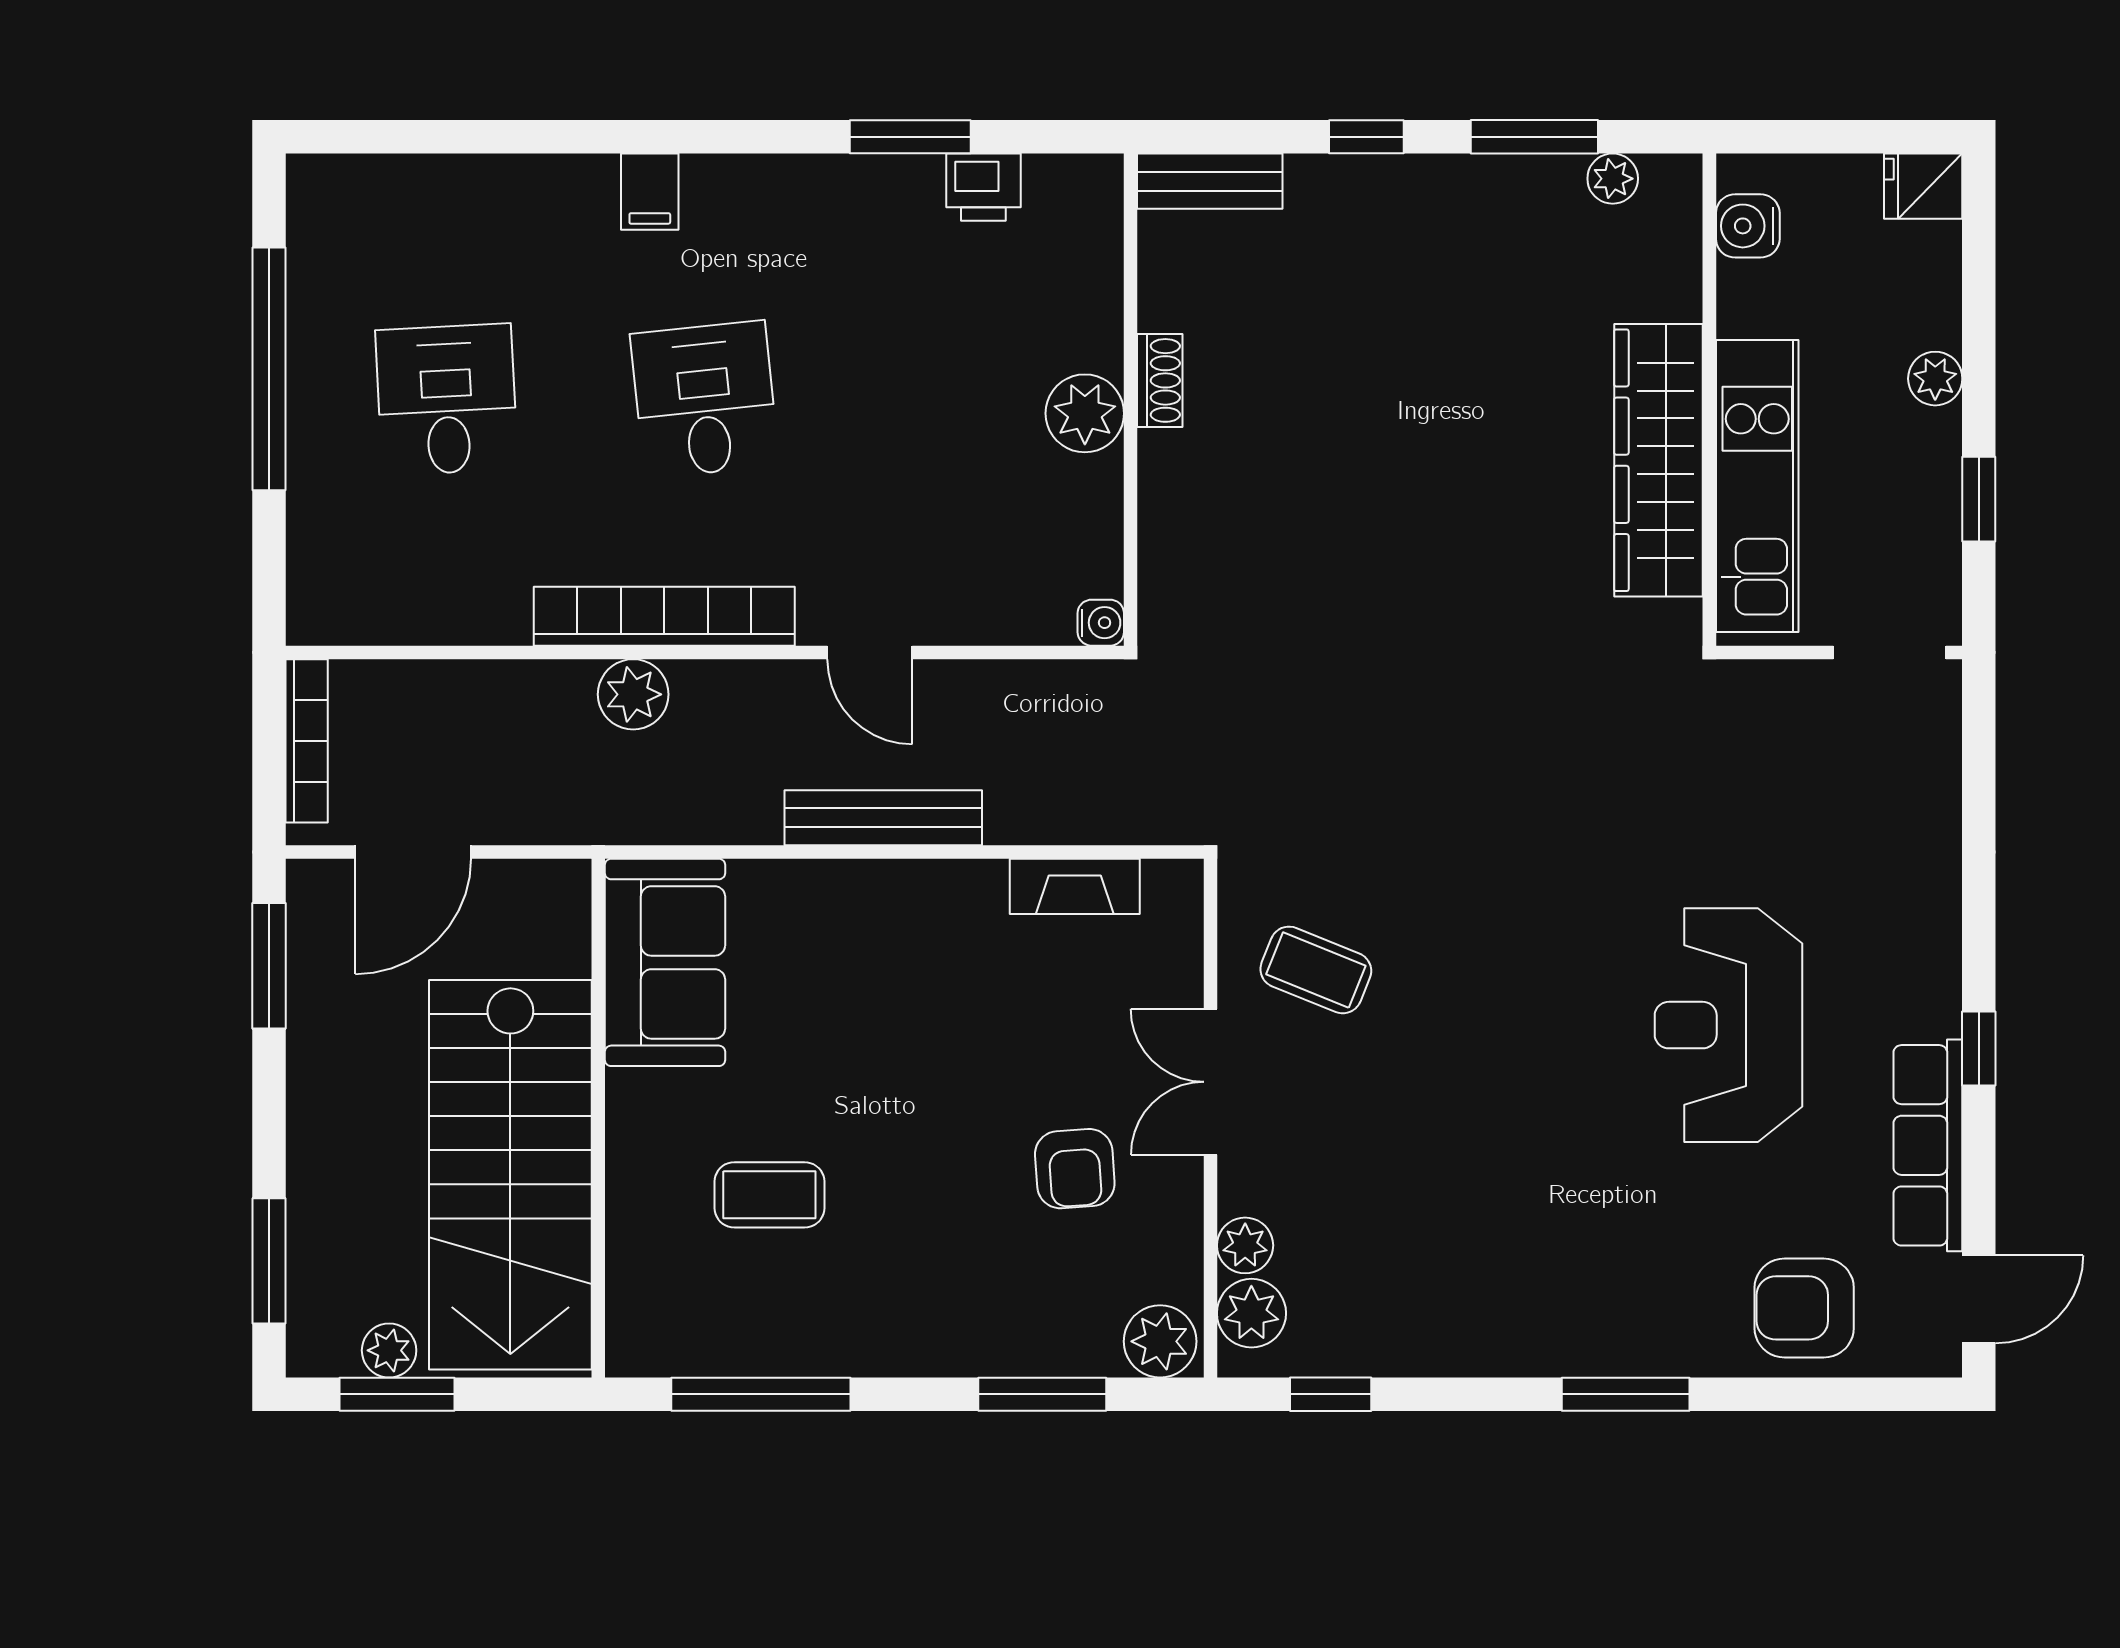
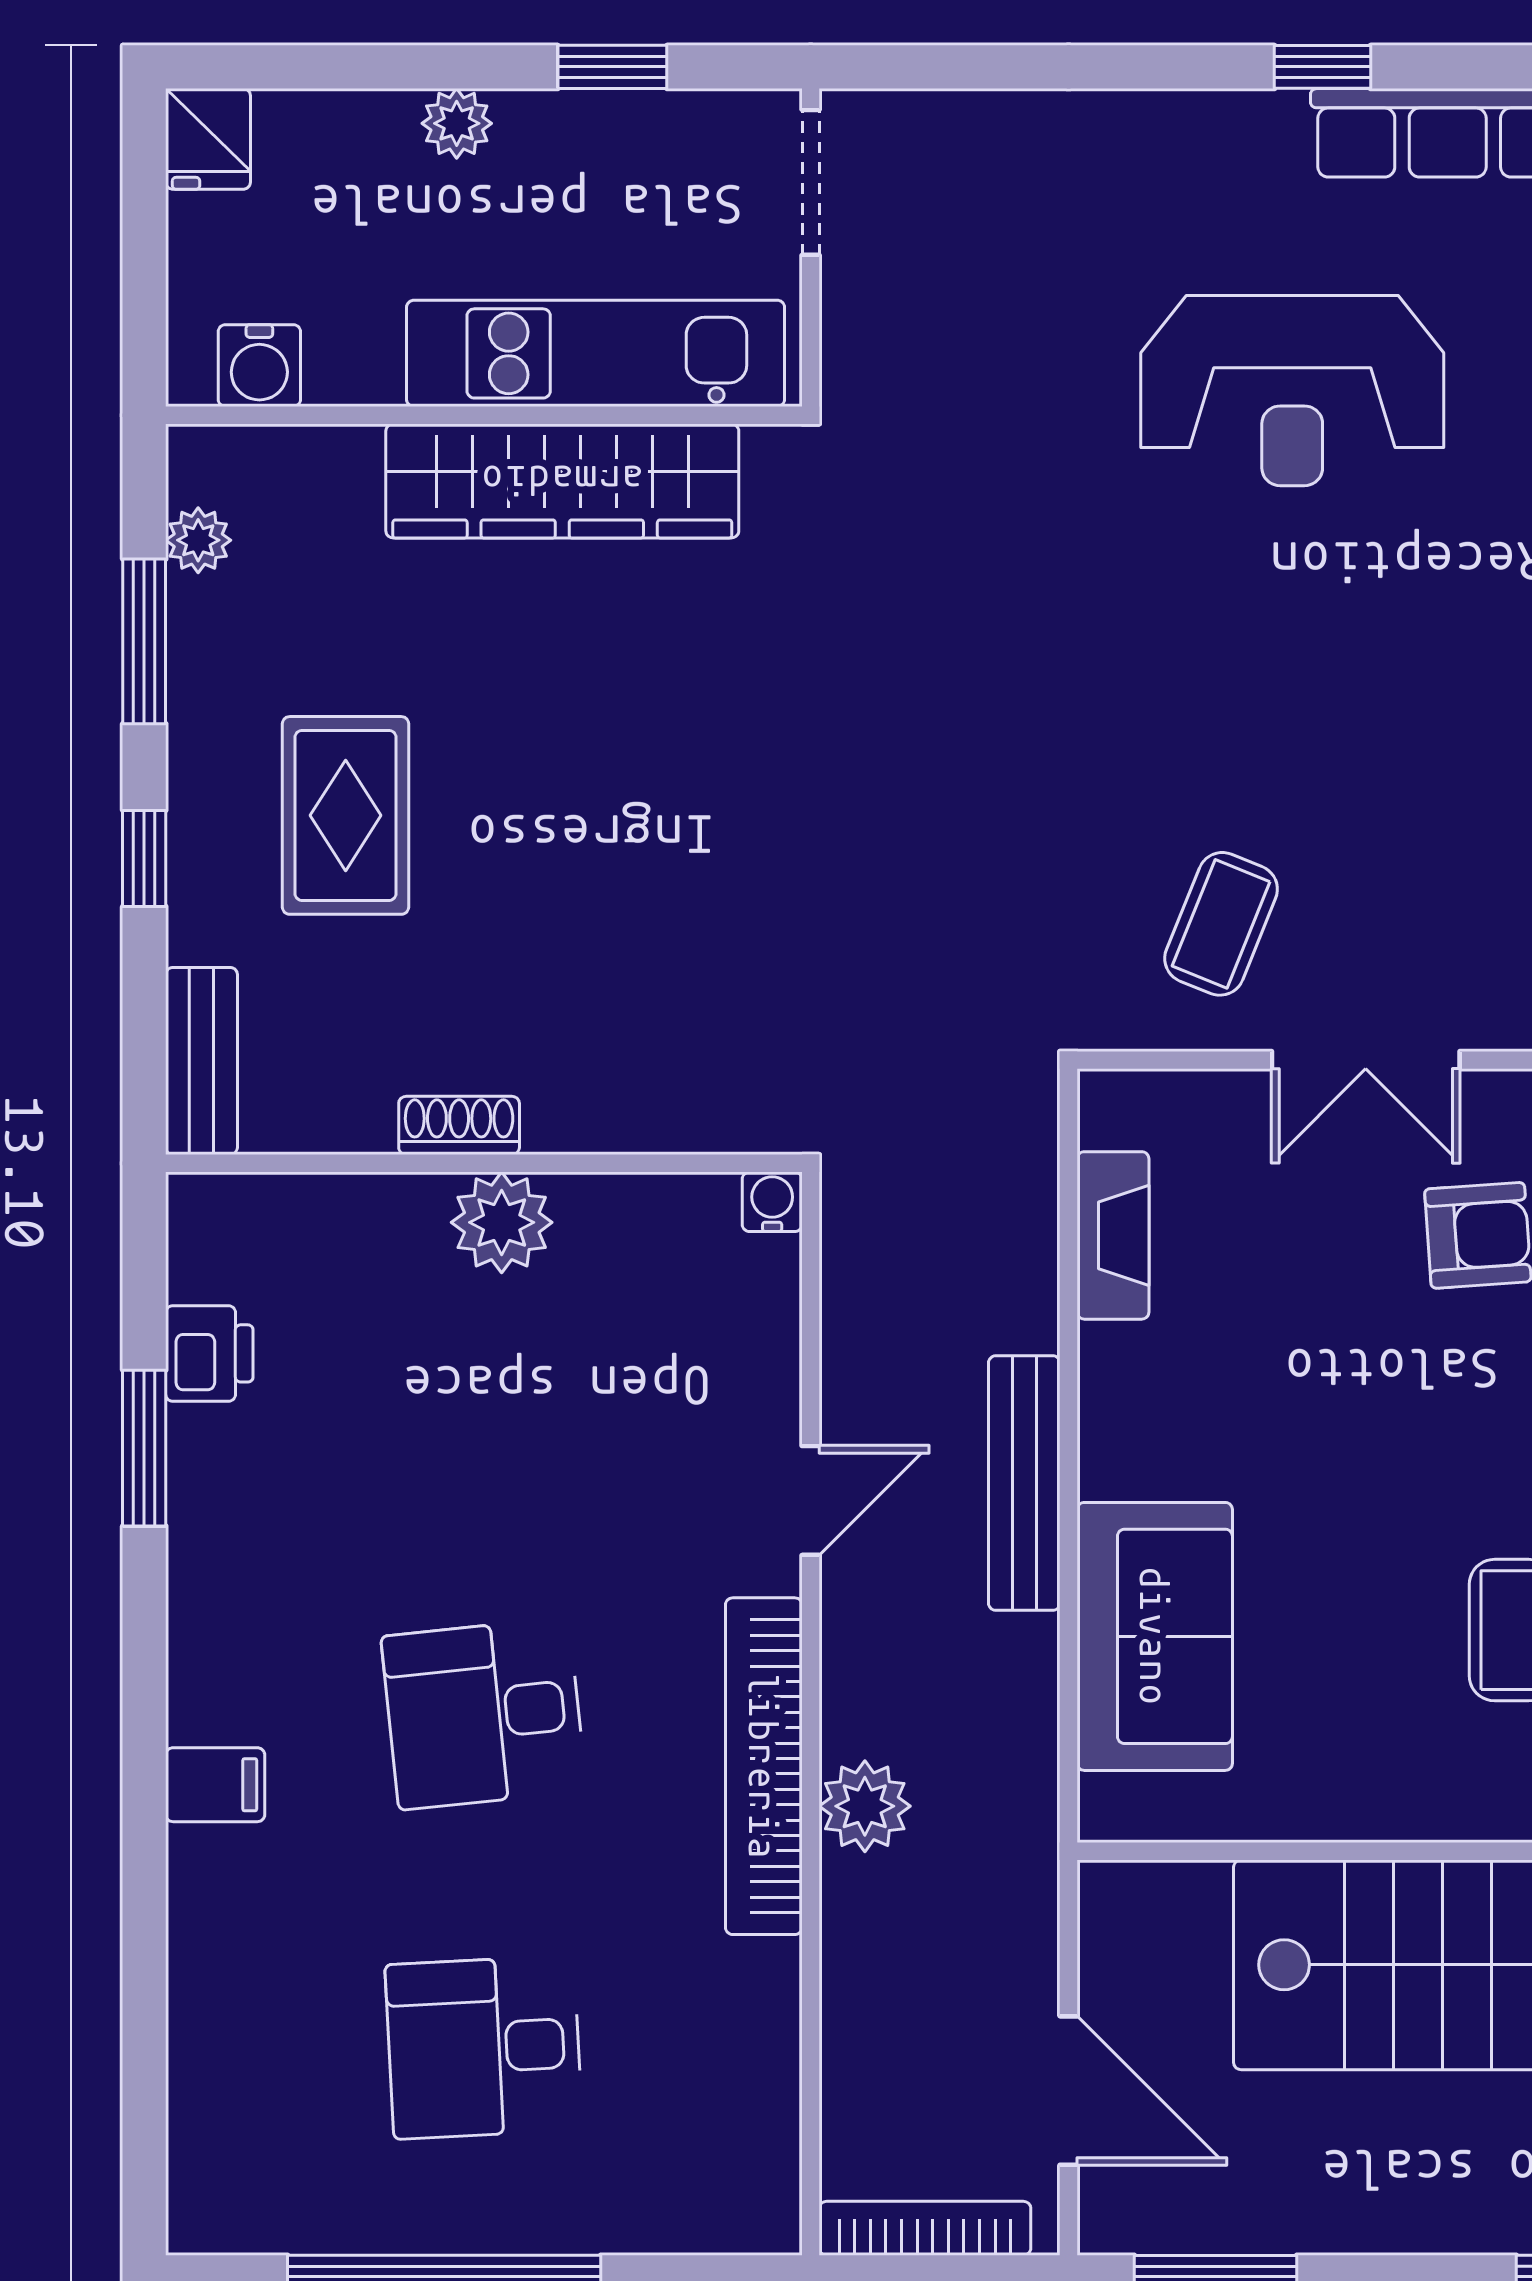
rug: (1400, 293) -> (346, 815), added
sofa: (665, 962) -> (1155, 1636), moved, turned 90

